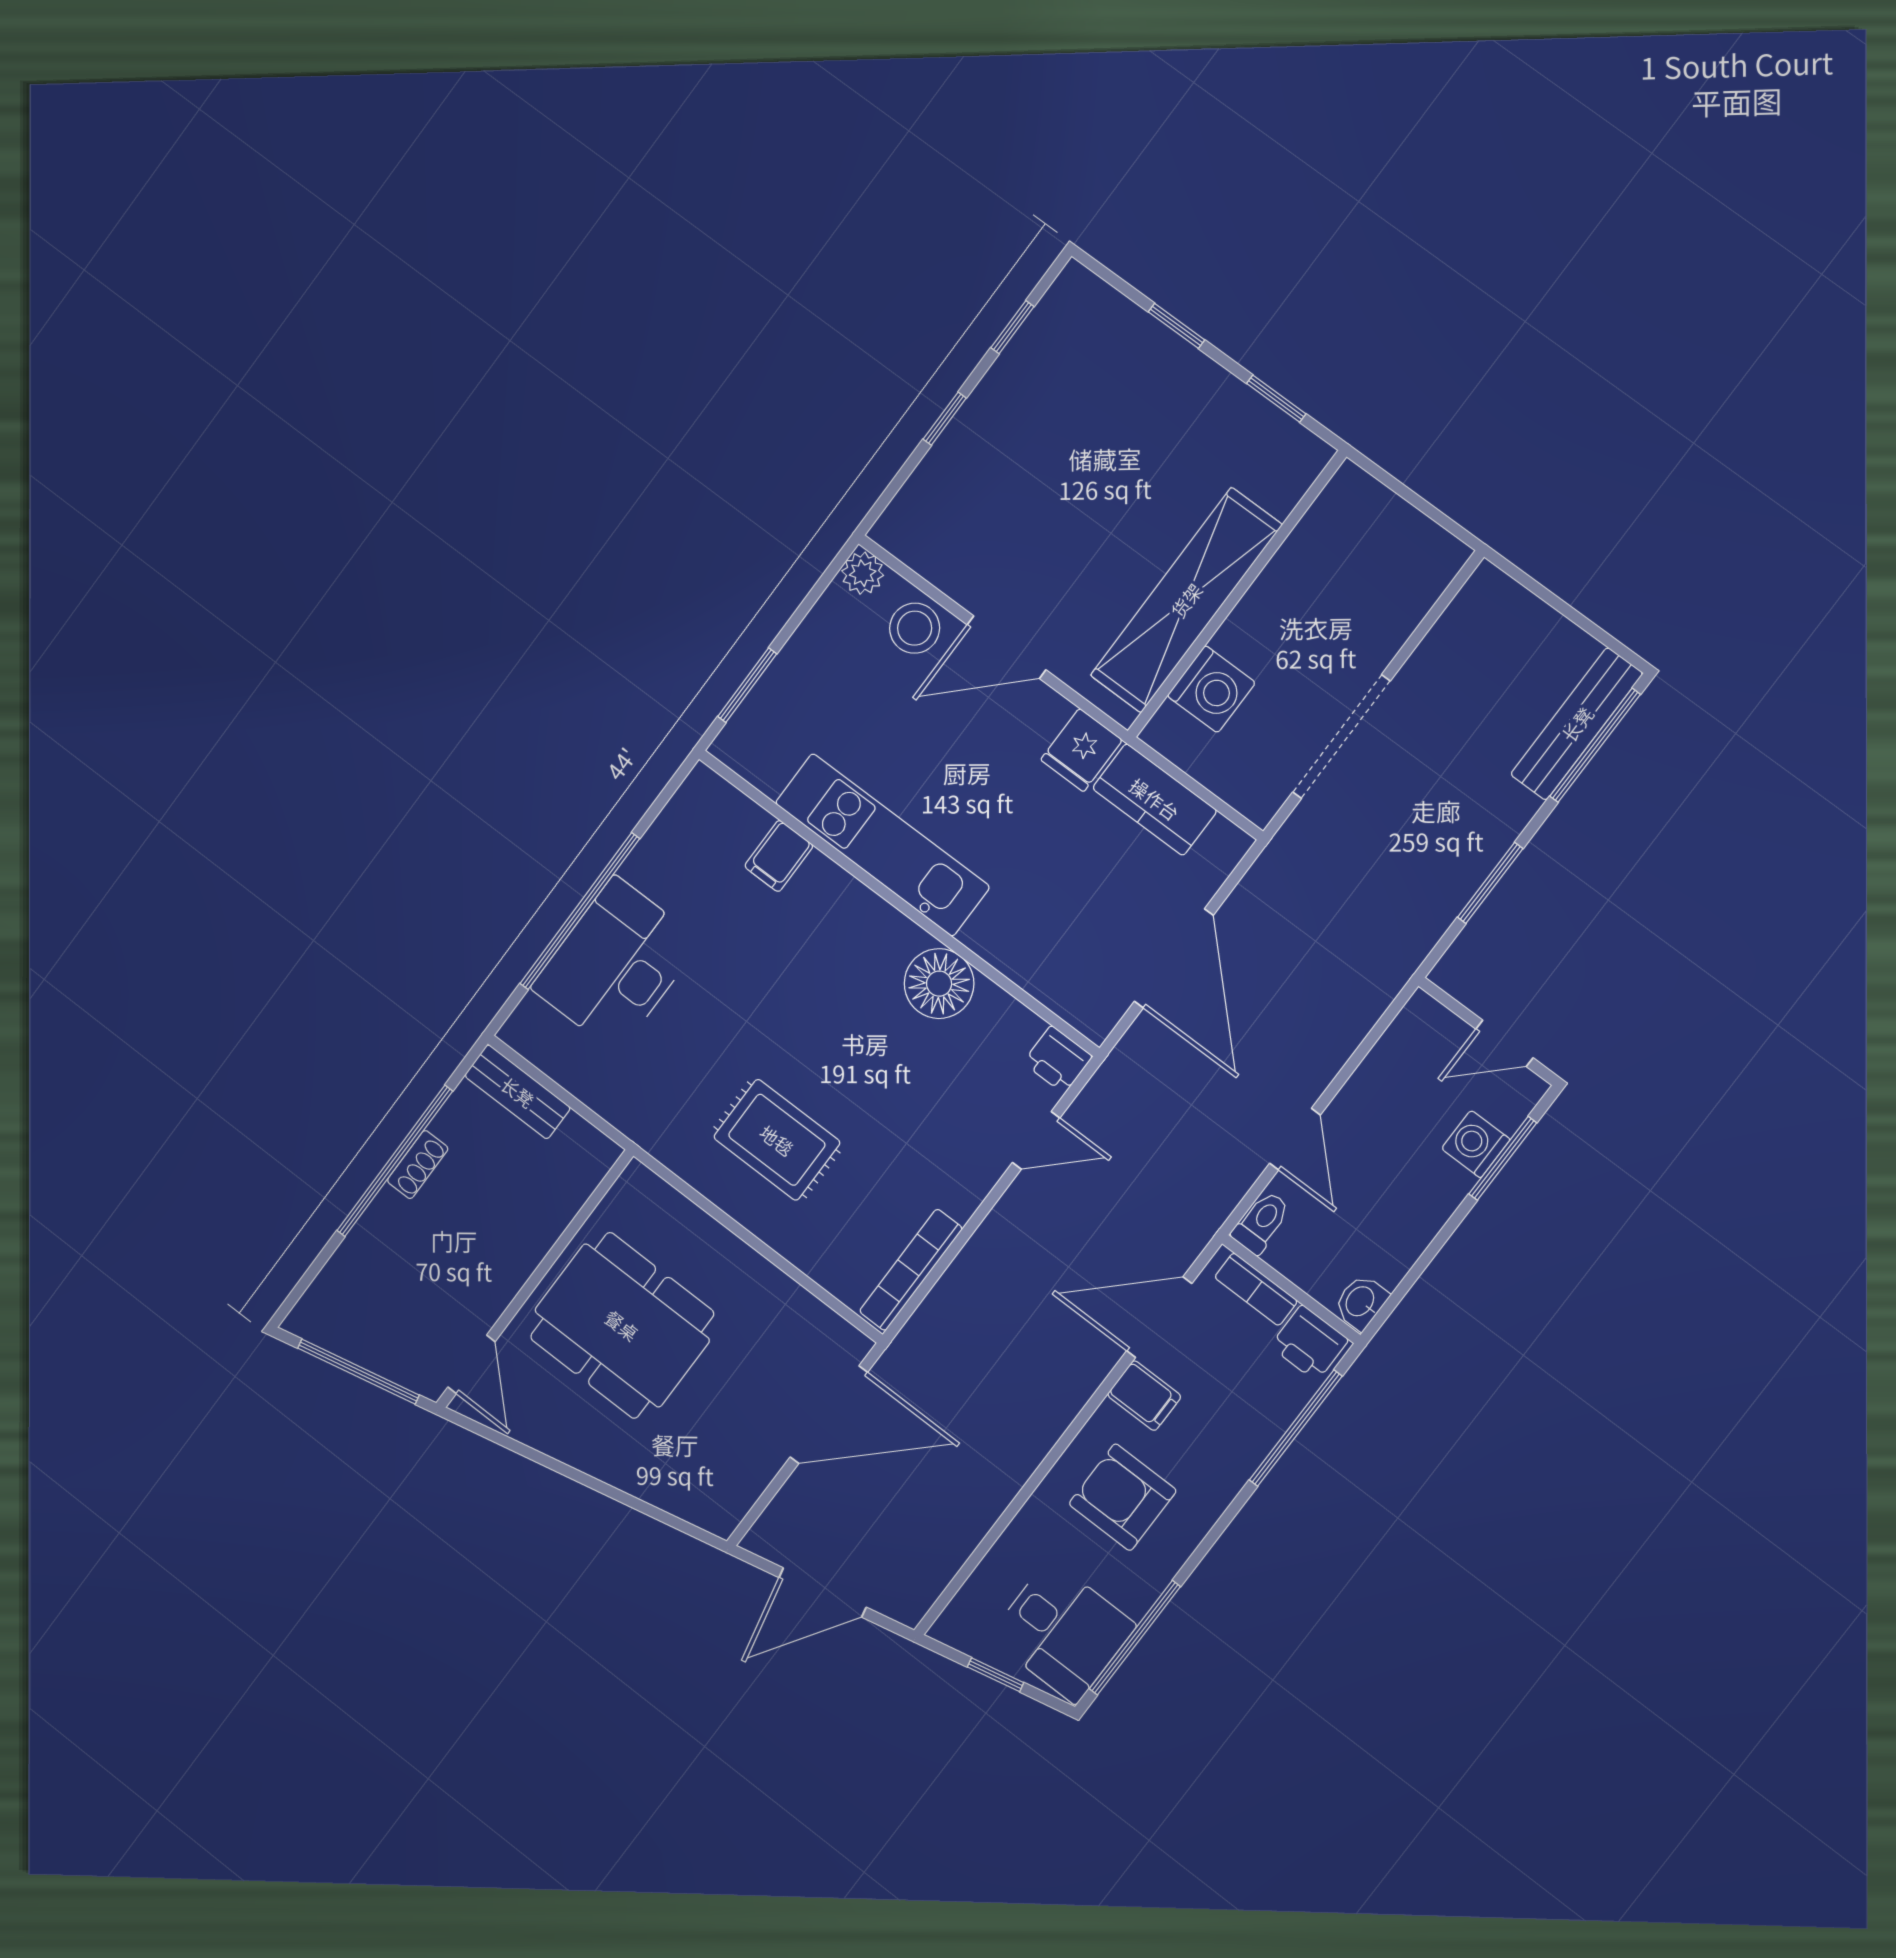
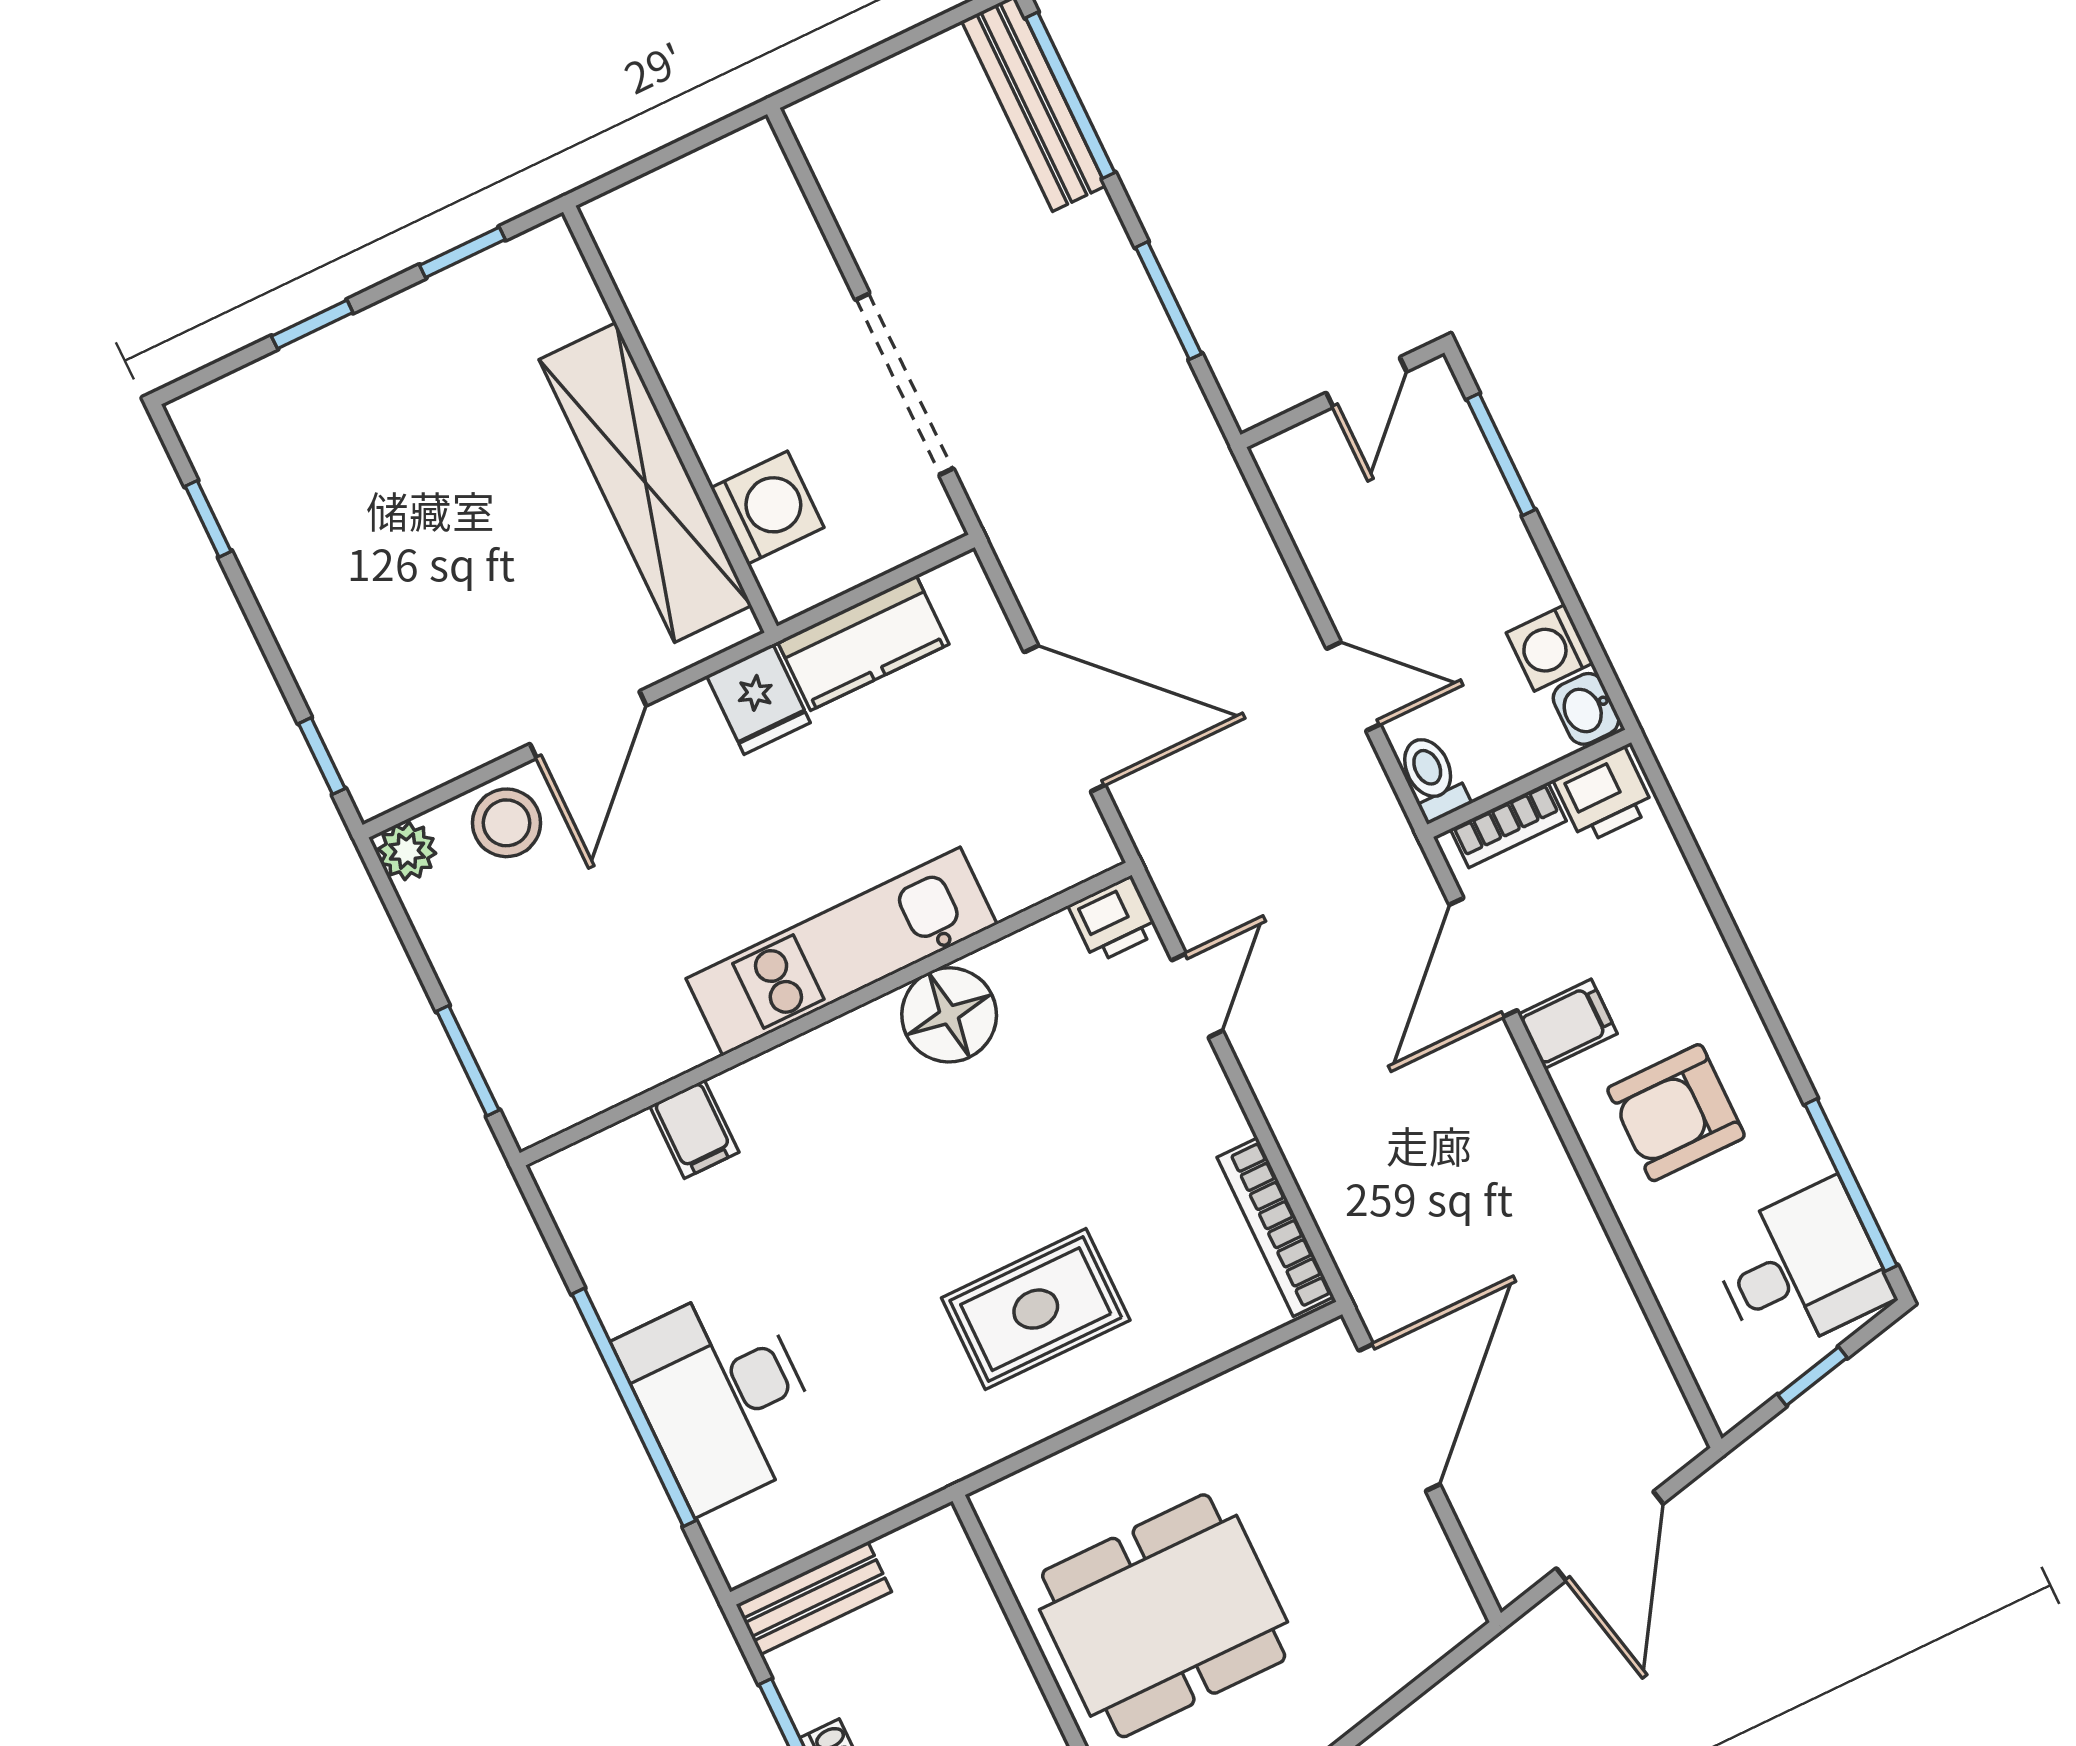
window: (945, 419) -> (322, 756), moved
kitchen unit: (882, 845) -> (842, 951), moved
washing machine: (1476, 1144) -> (1550, 648), moved
window: (1296, 1428) -> (1697, 863), removed

